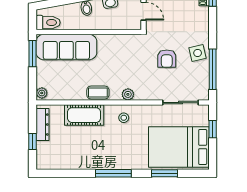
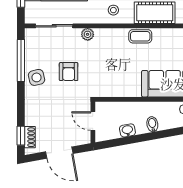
armchair: (167, 59) -> (69, 72), turned 180
plant: (128, 94) -> (88, 34), moved

